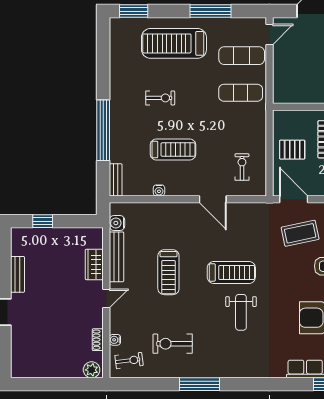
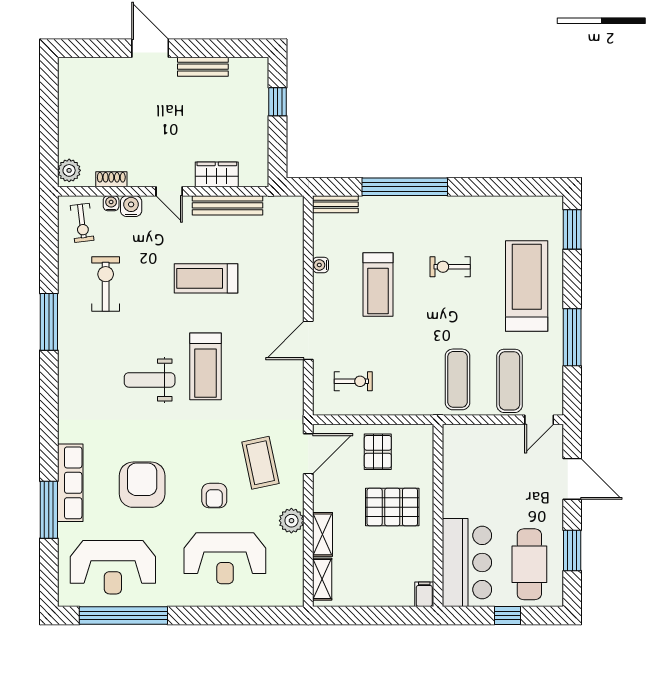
door: (269, 34) -> (539, 420), hinge flipped
exercise bike: (160, 98) -> (450, 267), turned 90
water cooler: (117, 223) -> (131, 206), moved

